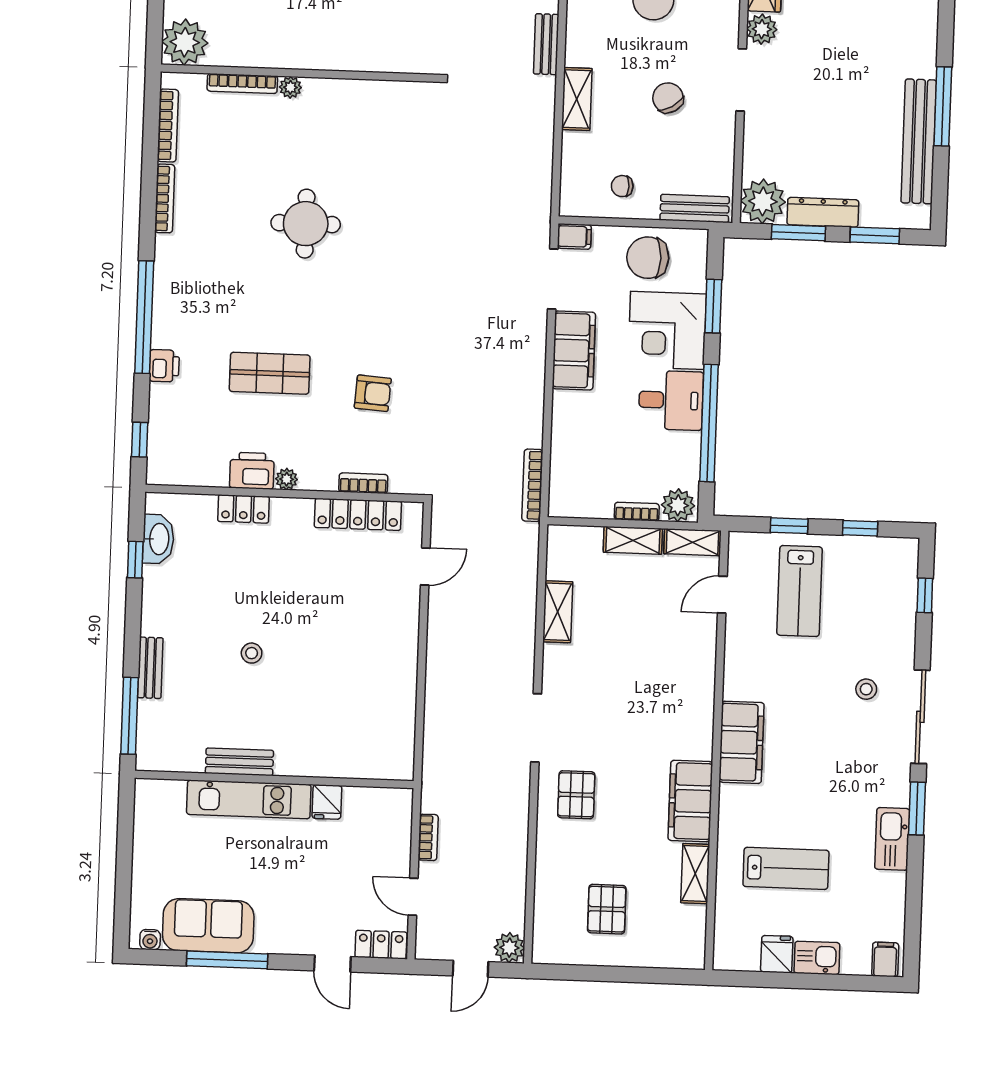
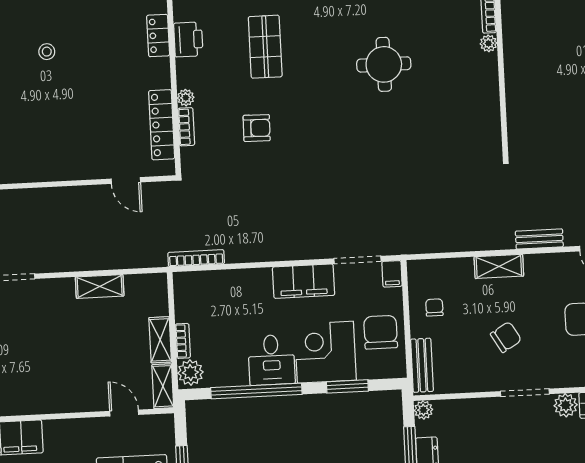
plant: (763, 201) -> (423, 410), width x0.53, depth x0.53
armchair: (373, 393) -> (257, 128), turned -93
plant: (287, 479) -> (186, 98), moved

